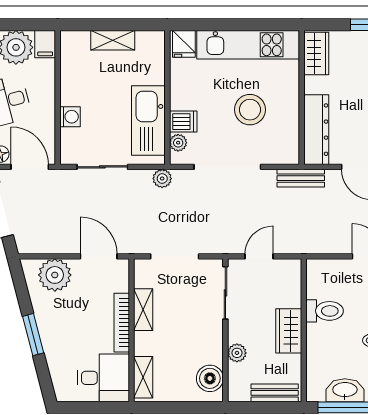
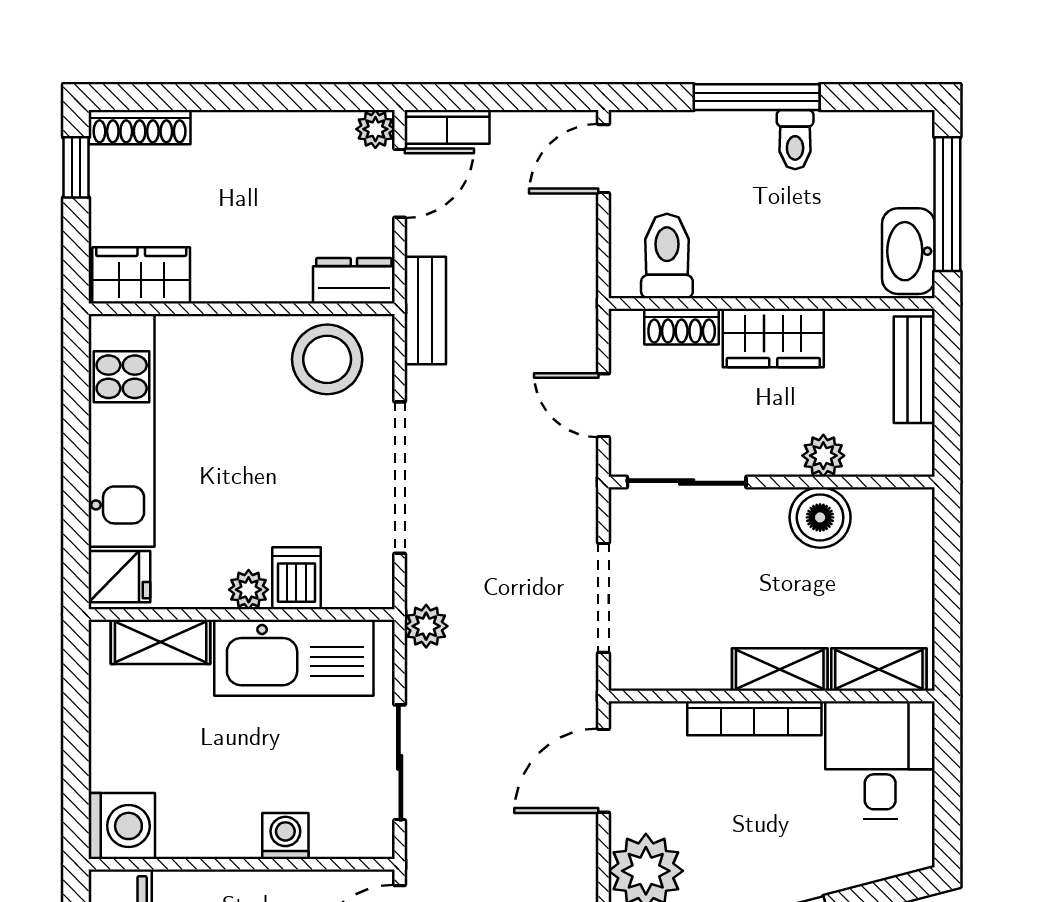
shelving: (113, 40) -> (161, 642), moved, turned 90
washing machine: (74, 45) -> (122, 826), added
stool: (250, 110) -> (327, 359), moved
dresser: (316, 130) -> (354, 281), width x0.51, depth x0.80
plant: (178, 143) -> (249, 590), moved
shoe rack: (294, 291) -> (682, 327), added
shelving: (143, 310) -> (780, 669), moved
toilet: (325, 311) -> (667, 256), moved
boiler: (210, 378) -> (820, 517), moved
washbasin: (345, 390) -> (908, 251), moved

